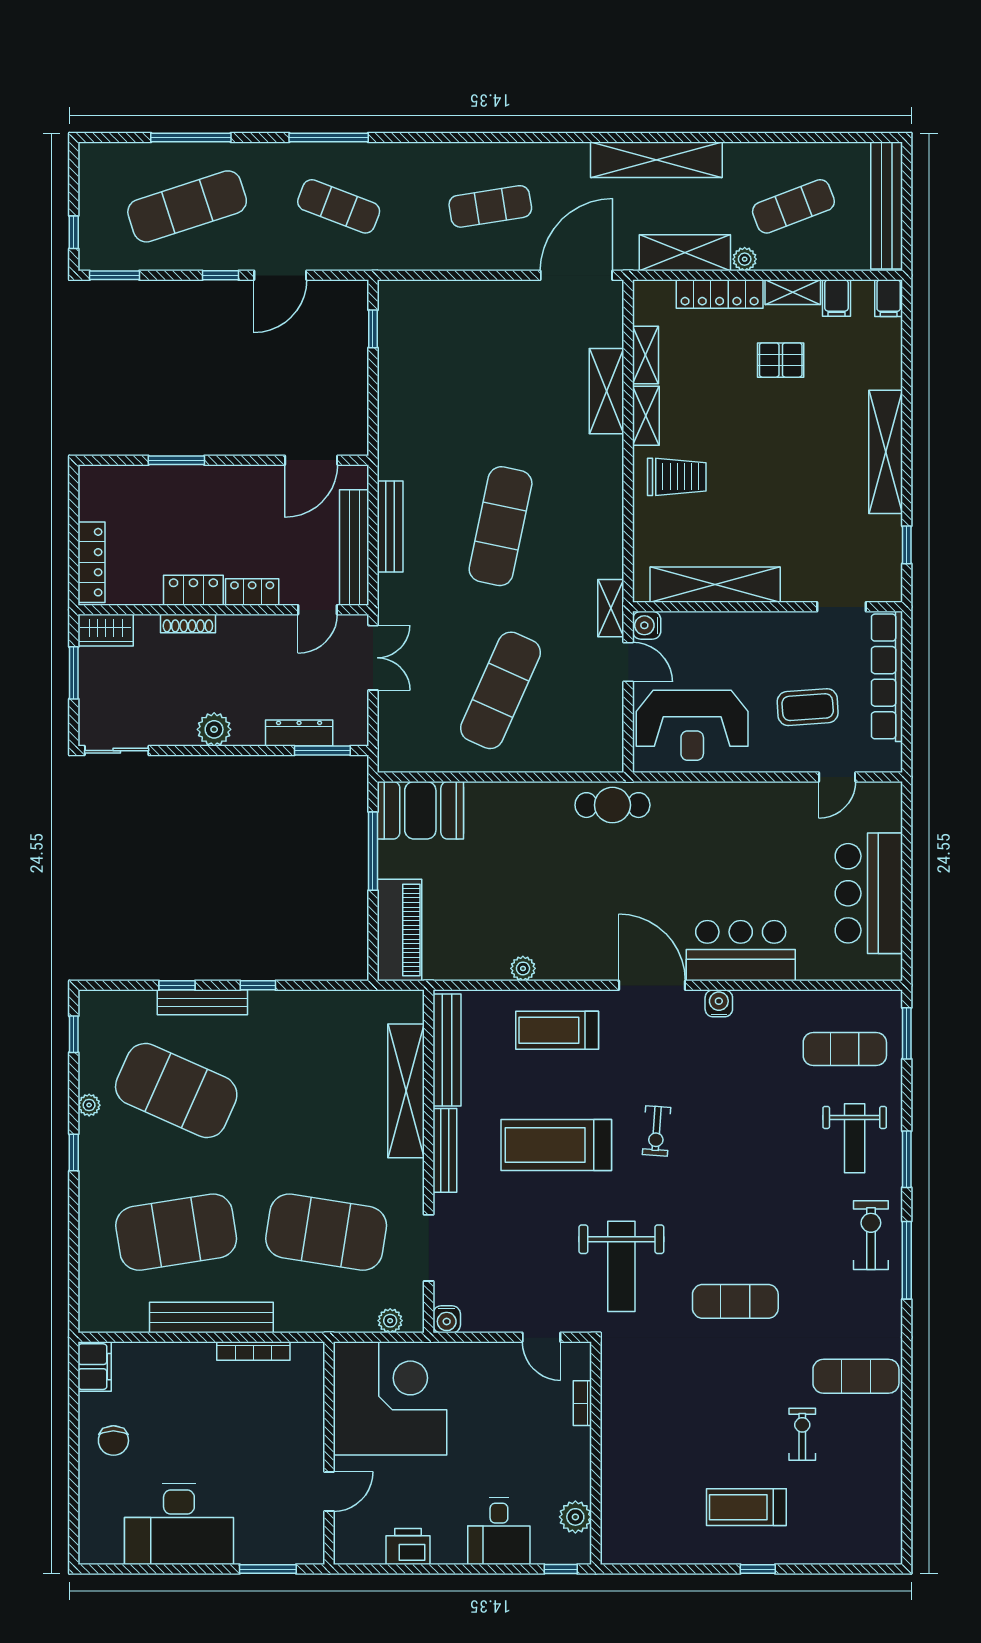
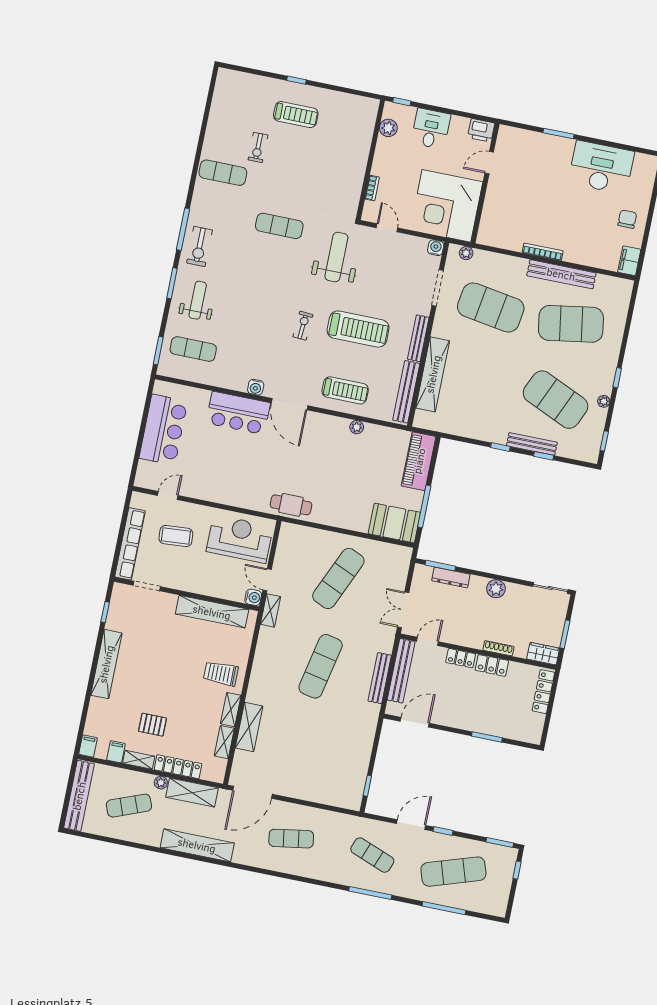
corner desk: (390, 1398) -> (446, 206), moved
wall: (329, 1453) -> (485, 183), moved
door: (329, 1492) -> (489, 163), moved

